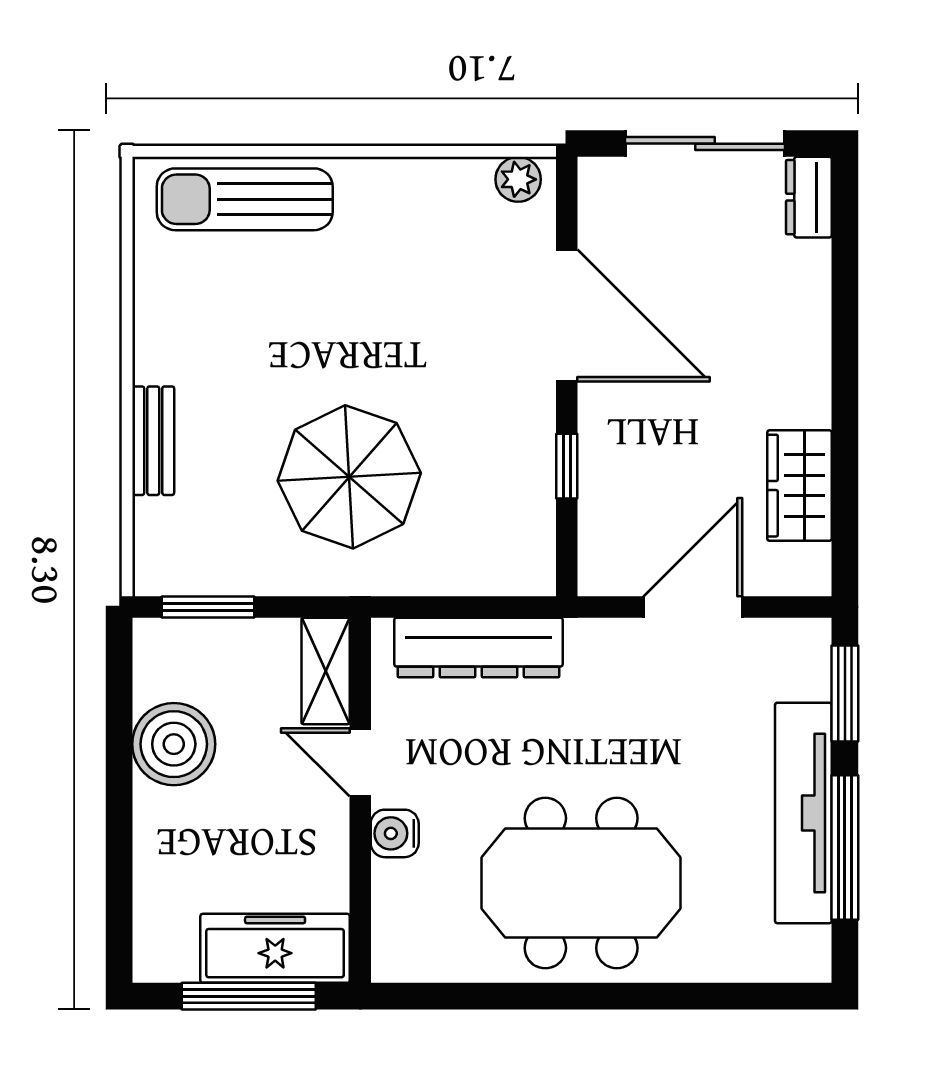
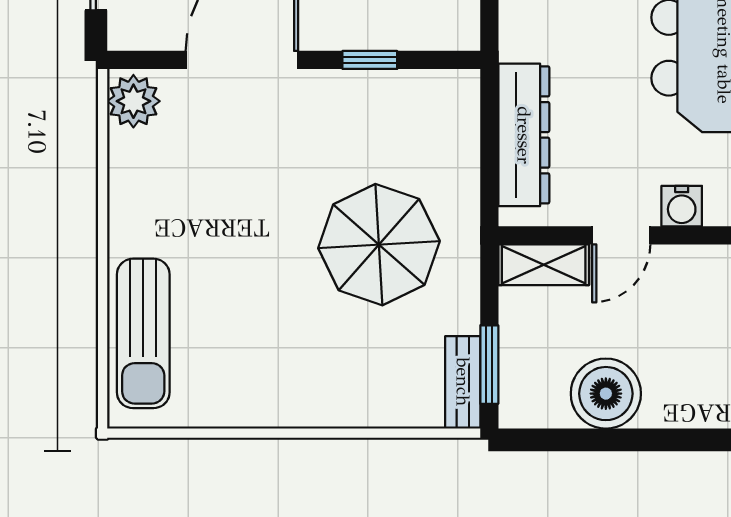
plant: (518, 179) -> (133, 101), width x1.38, depth x1.38
bench: (153, 441) -> (463, 382), moved, turned 90

